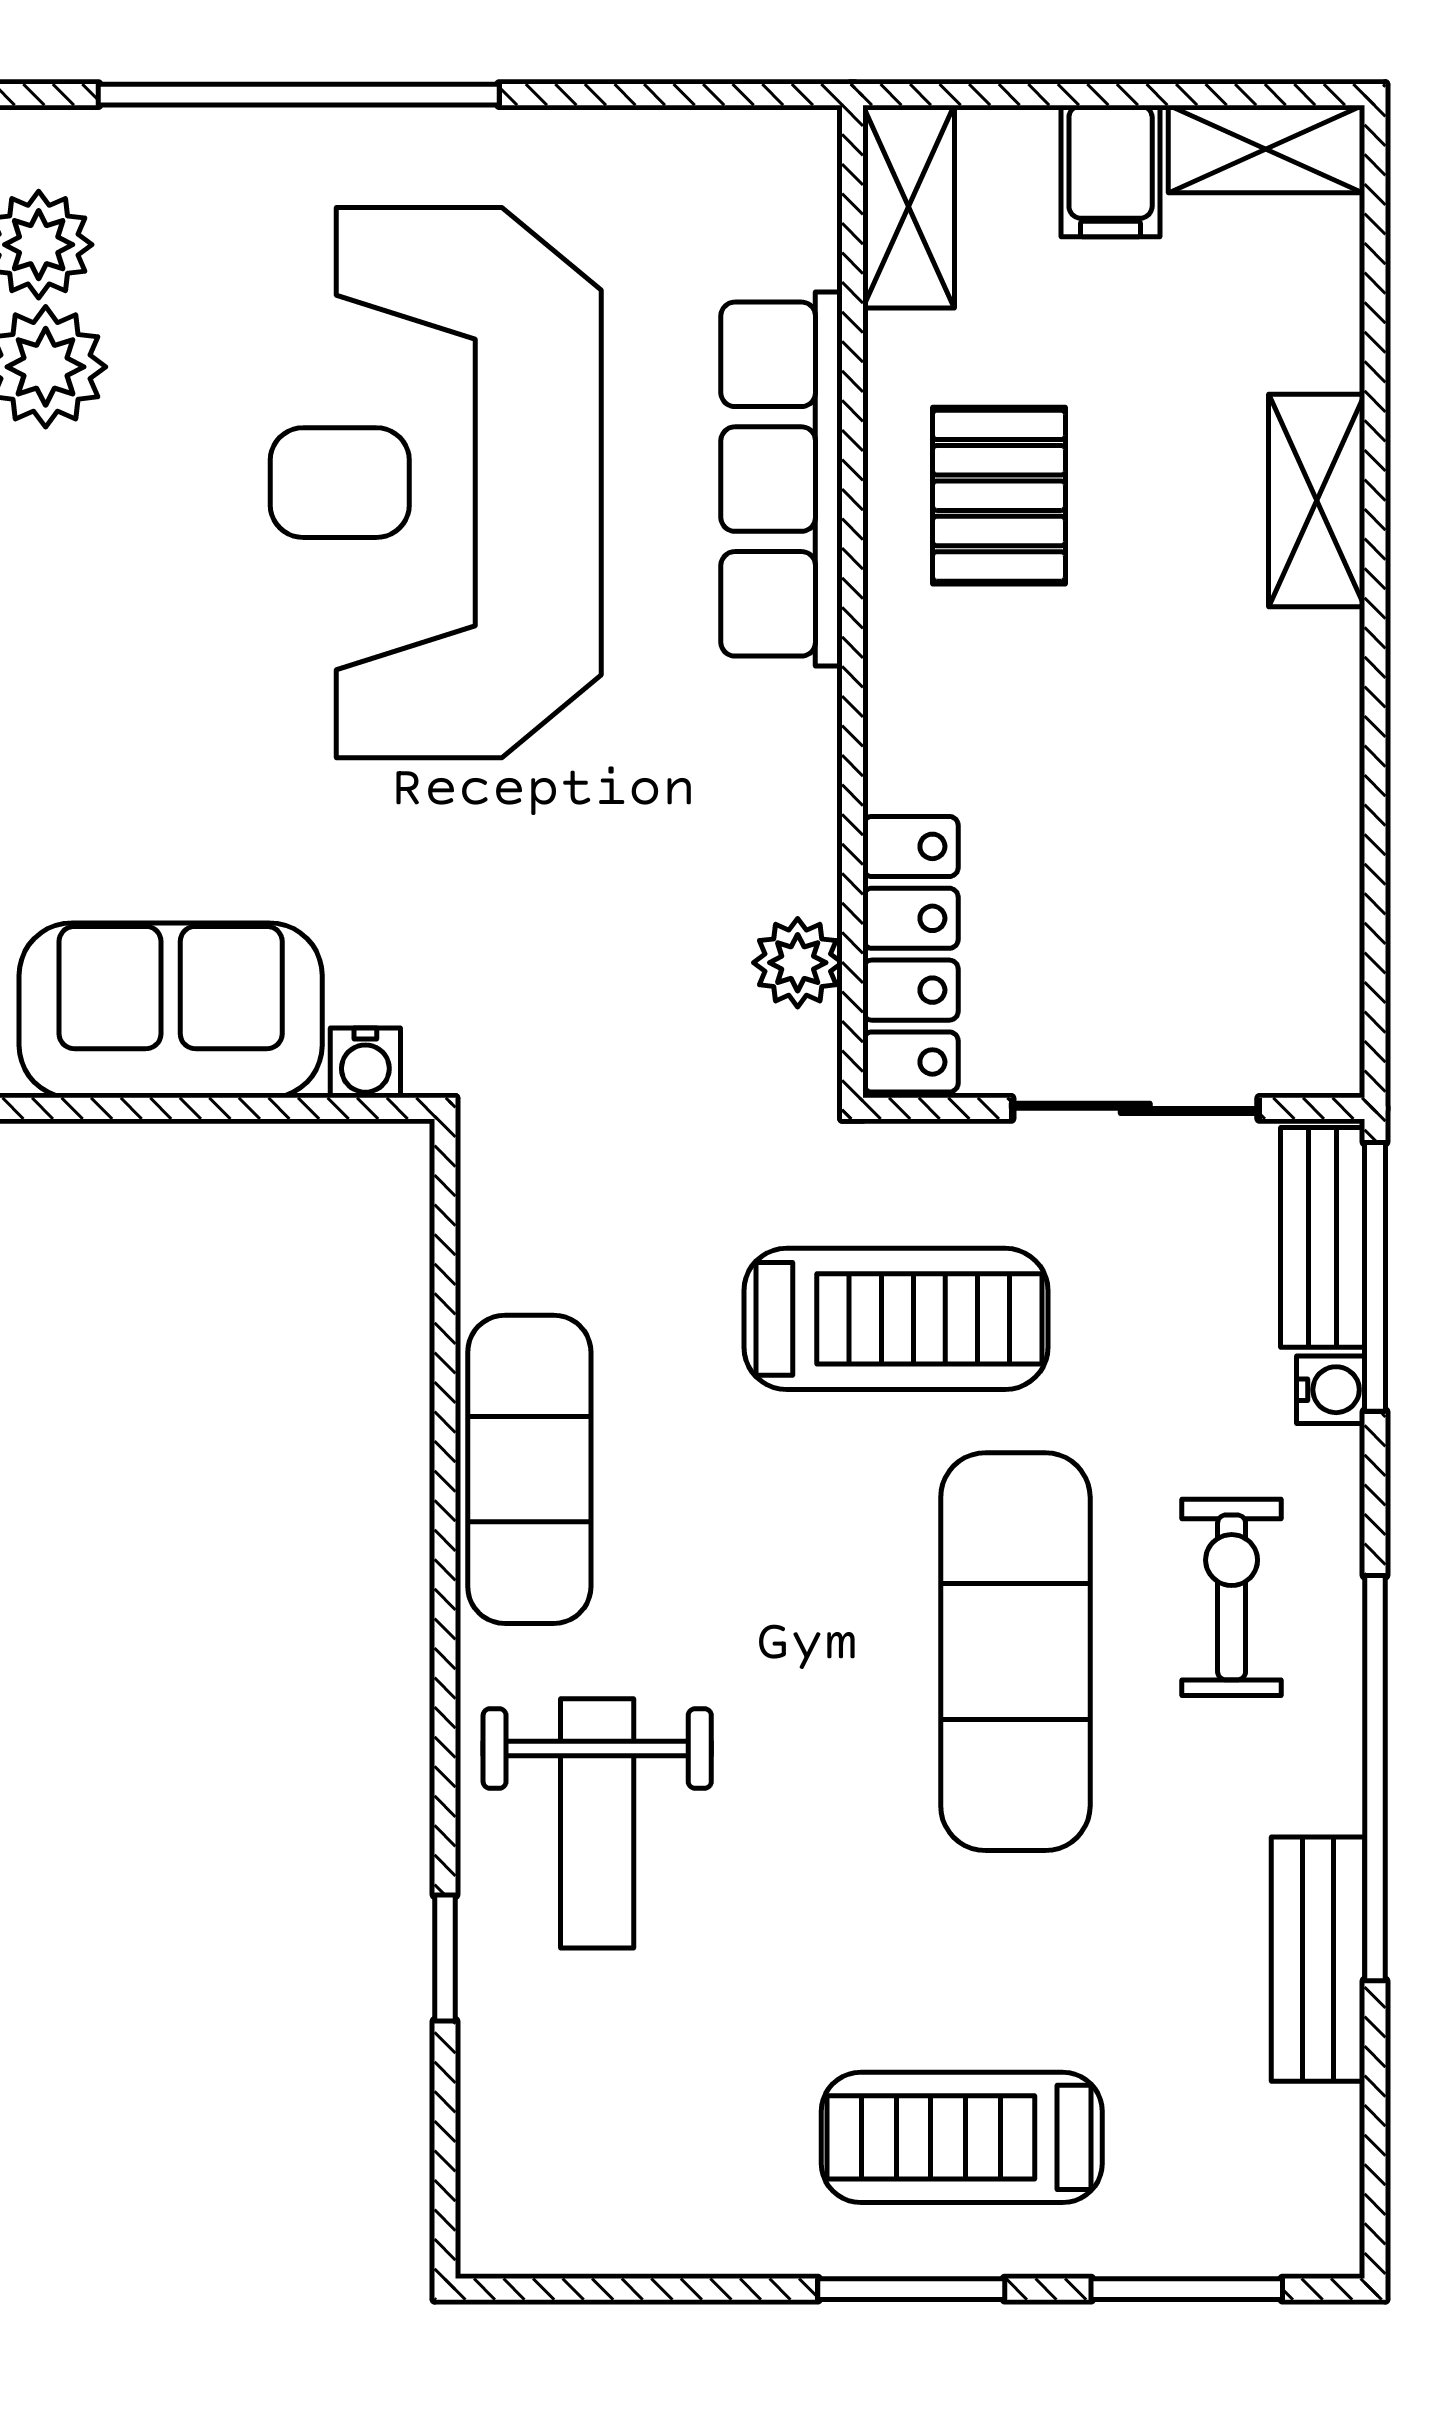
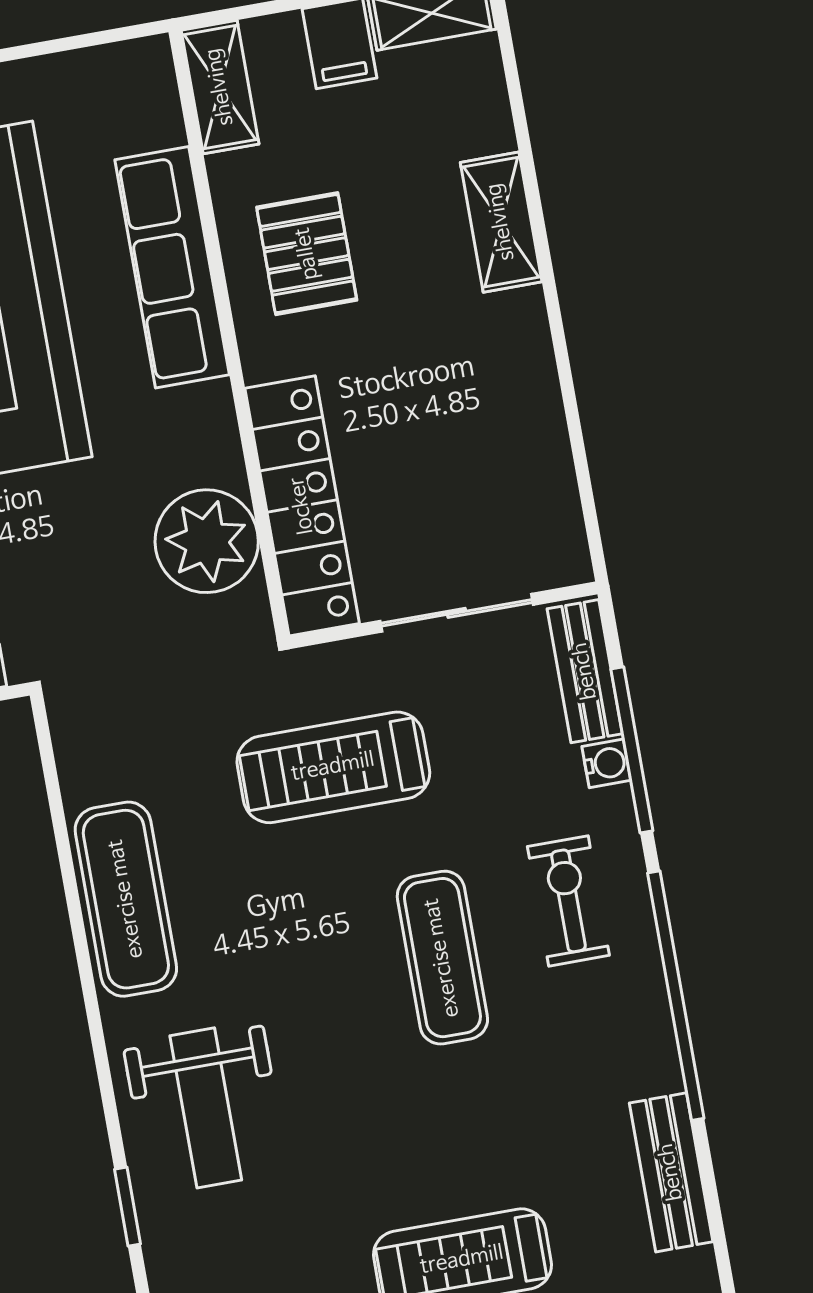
locker: (911, 954) -> (302, 506), width x1.41, depth x1.21
plant: (798, 963) -> (207, 541), width x1.88, depth x1.88
window: (1375, 1277) -> (632, 750), moved
treadmill: (896, 1319) -> (333, 767), turned 180
exercise mat: (1015, 1652) -> (442, 958), width x0.73, depth x0.69
bench: (1318, 1959) -> (671, 1172), moved

